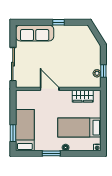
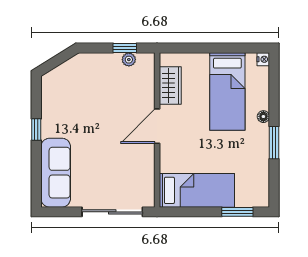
door: (50, 89) -> (157, 126), moved
bed: (25, 130) -> (197, 190), moved, turned 180

